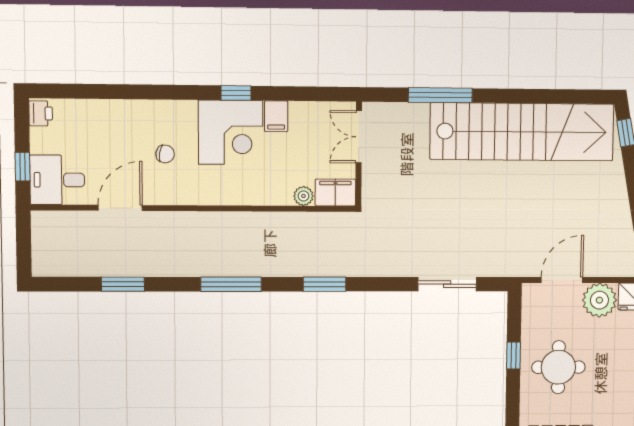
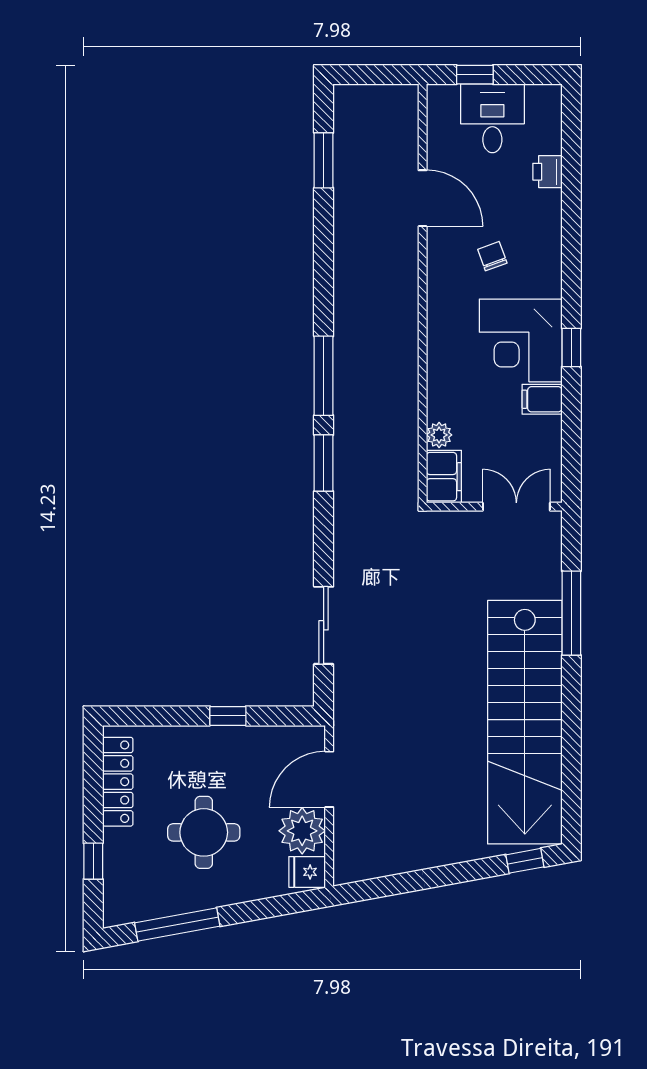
printer: (41, 113) -> (547, 172), moved, turned 90
chair: (165, 154) -> (492, 256), turned 151
desk: (57, 180) -> (492, 118), moved
door: (562, 280) -> (329, 779), swing flipped
window: (123, 284) -> (324, 160), moved
window: (231, 284) -> (324, 376), moved
round table: (558, 367) -> (204, 832), moved

